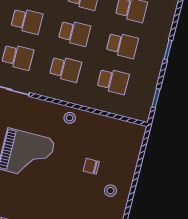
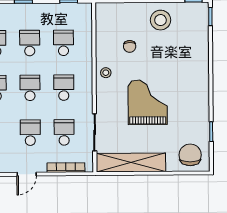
chair: (91, 166) -> (130, 46), moved
stool: (110, 191) -> (160, 20), width x1.89, depth x1.89

